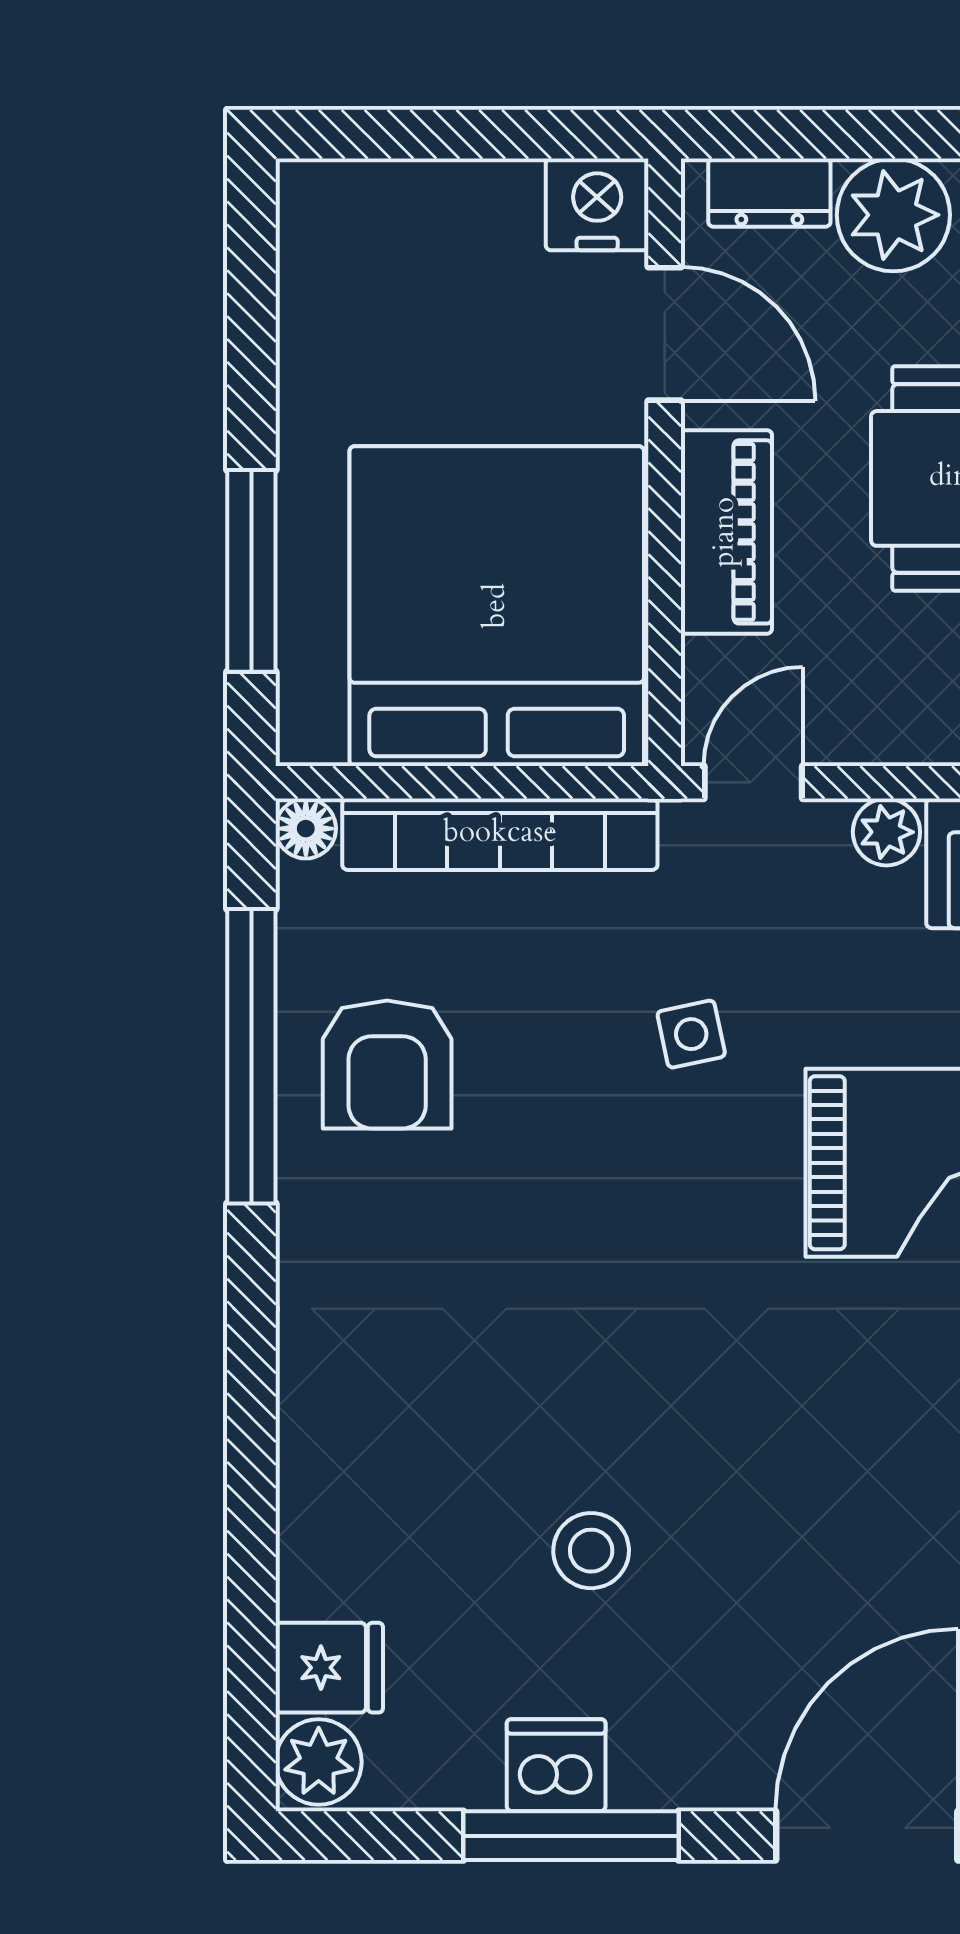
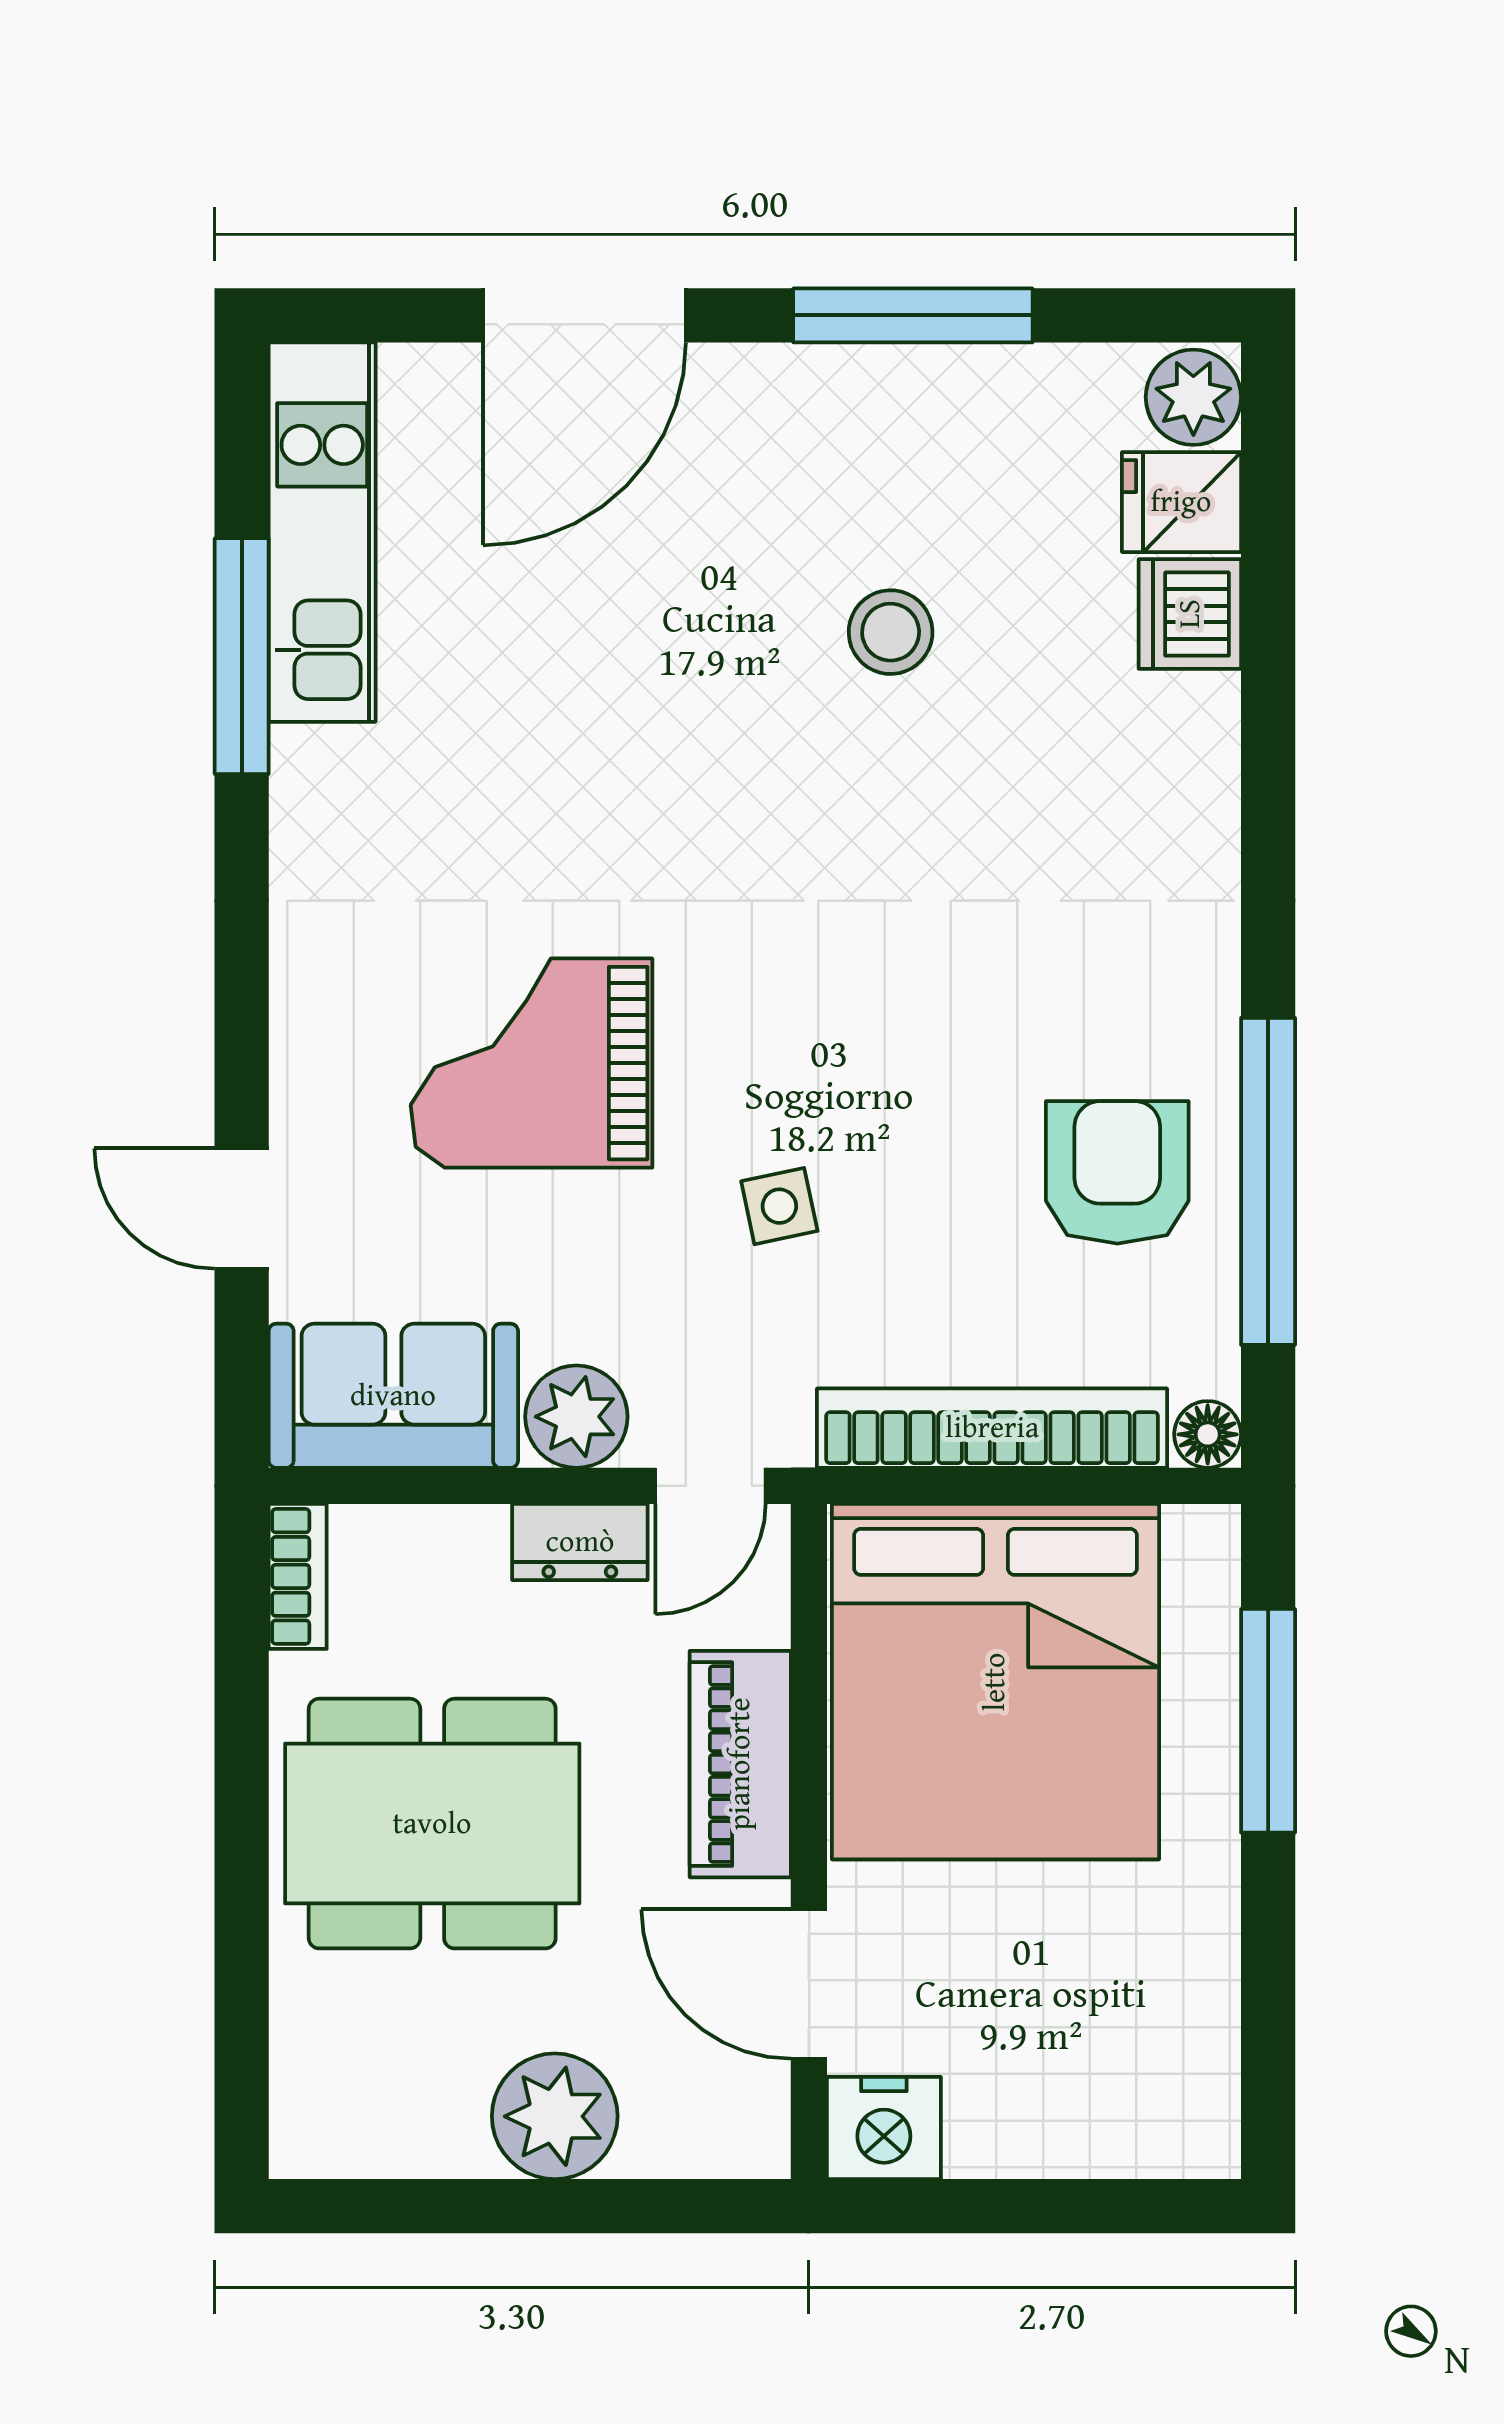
dresser: (769, 193) -> (580, 1542), moved, turned 180
plant: (886, 832) -> (576, 1417), width x1.38, depth x1.38
dishwasher: (556, 1765) -> (1190, 614), moved, turned 90

